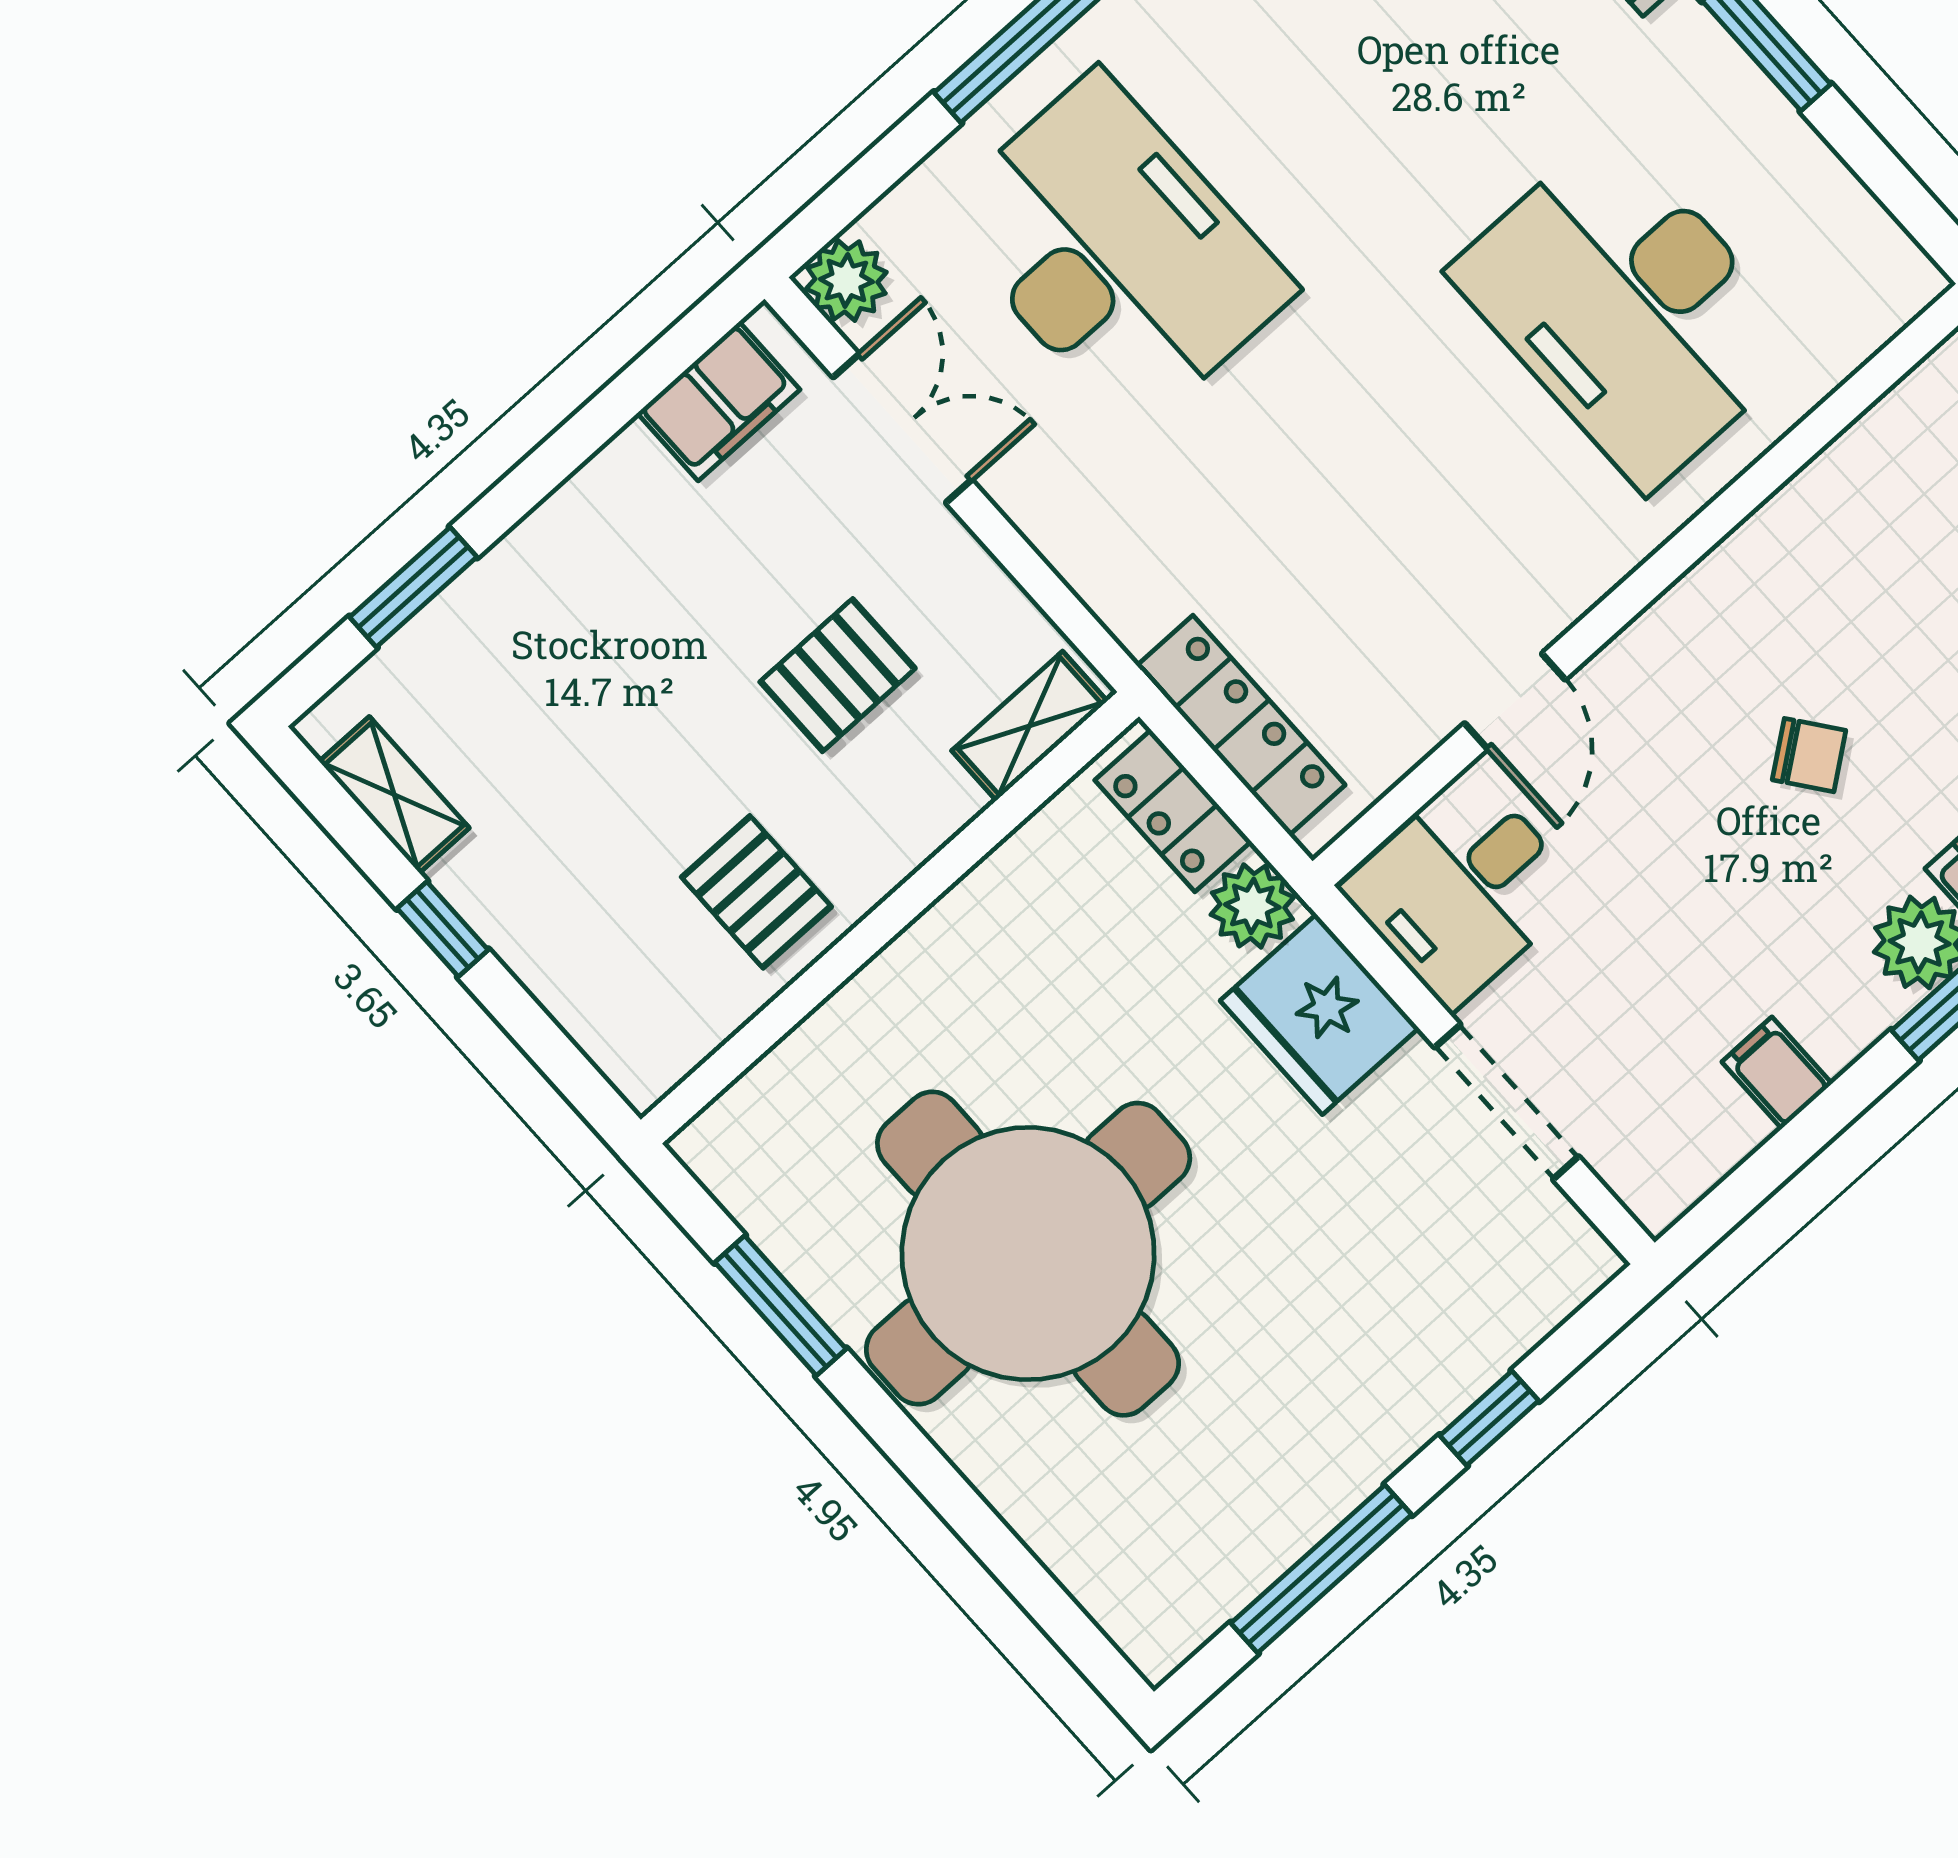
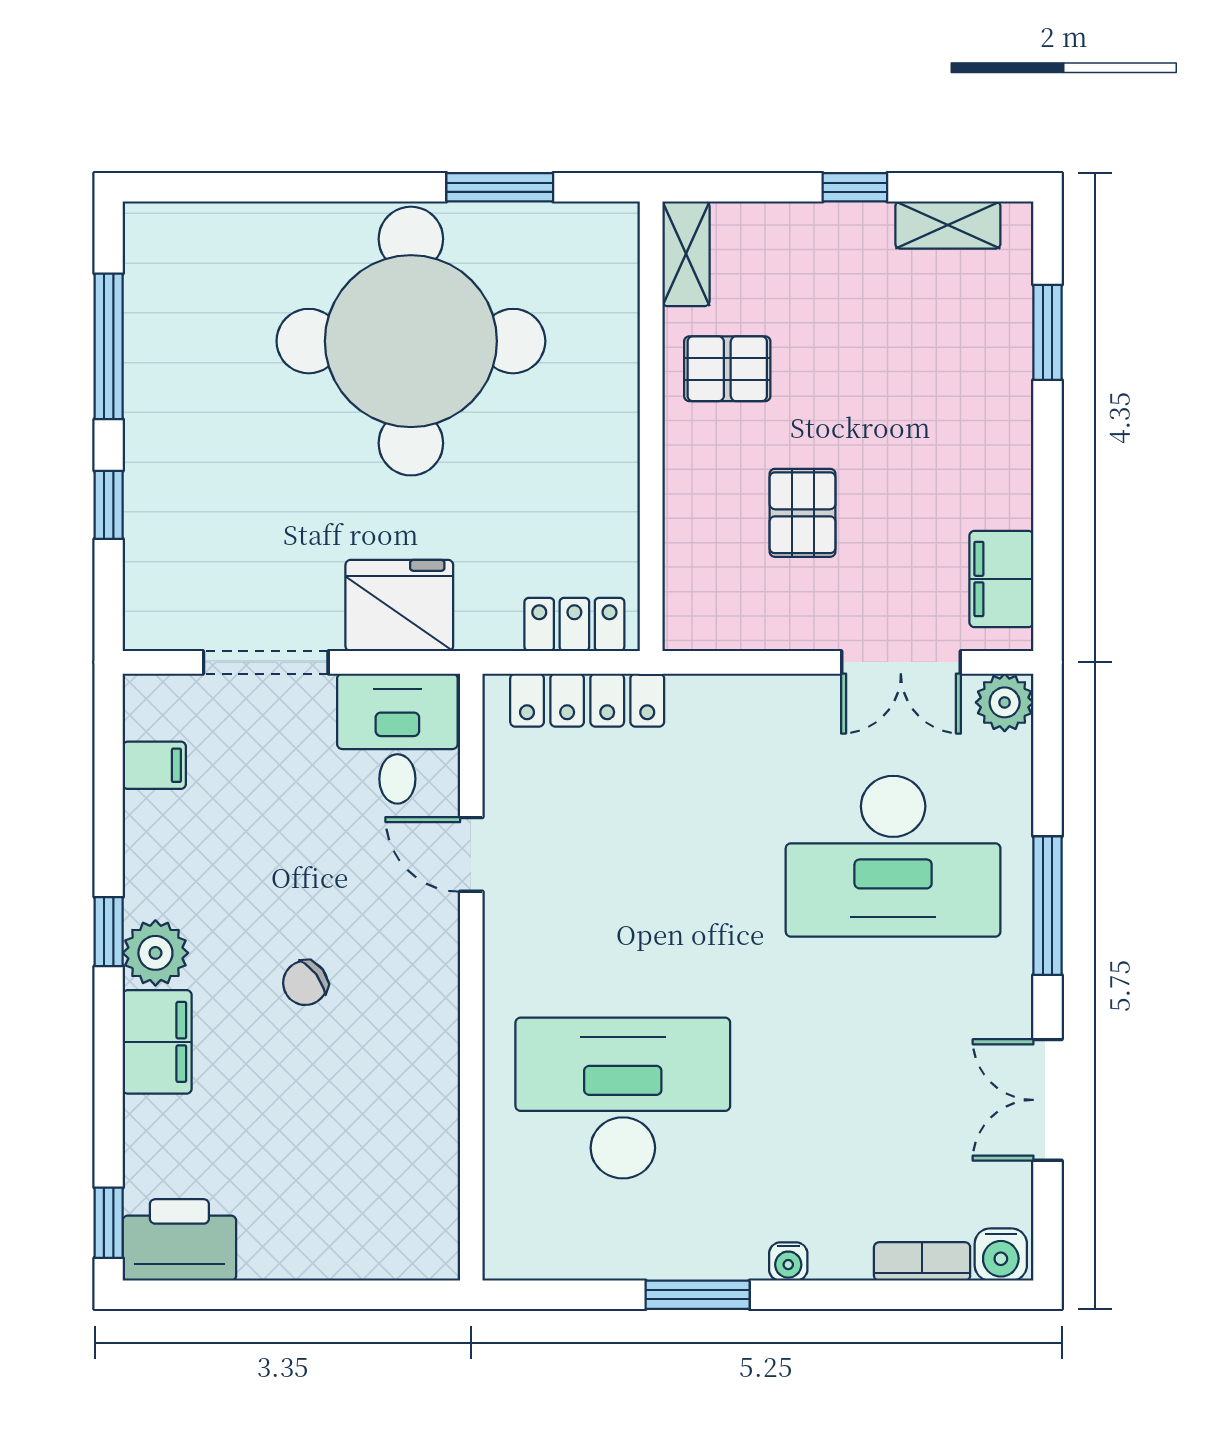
shelving: (1029, 726) -> (686, 254), moved
plant: (1252, 906) -> (487, 621), removed
filing cabinet: (1777, 1073) -> (154, 765), moved

